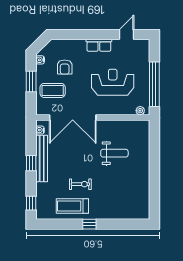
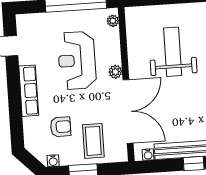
row of seats: (99, 45) -> (29, 91), width x1.48
plant: (103, 110) -> (115, 72), added
weight bench: (114, 153) -> (173, 52), width x1.36, depth x1.33

